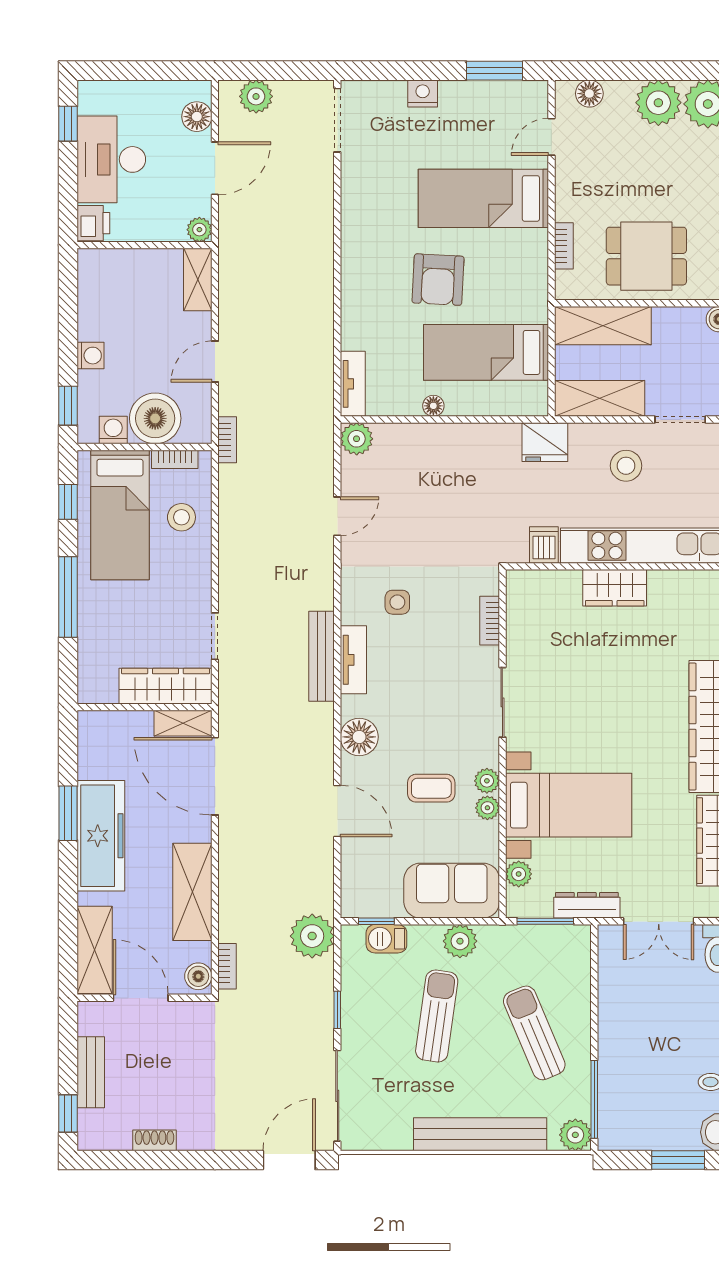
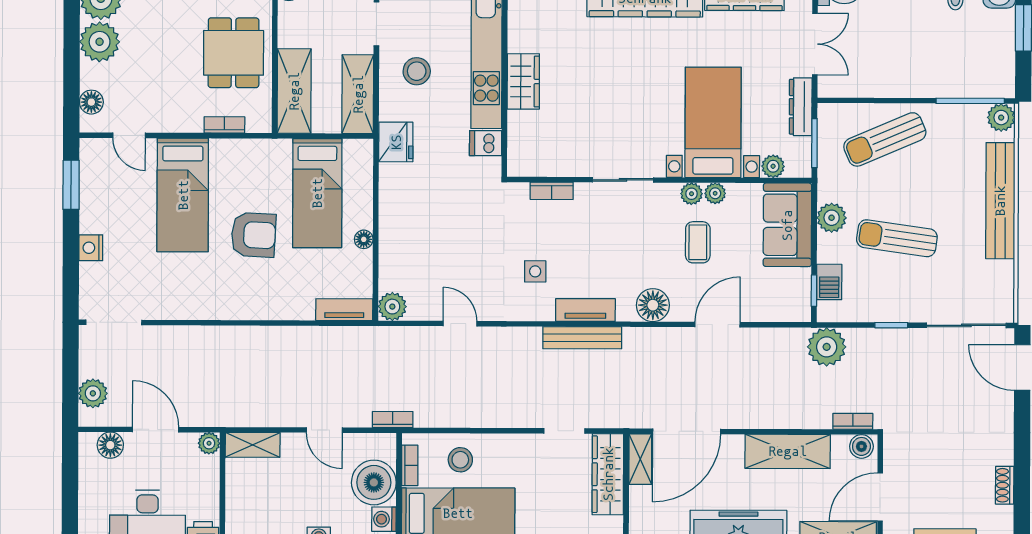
sun lounger: (534, 1033) -> (885, 139), moved

